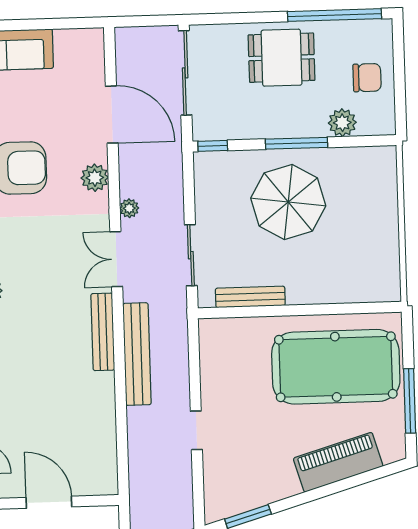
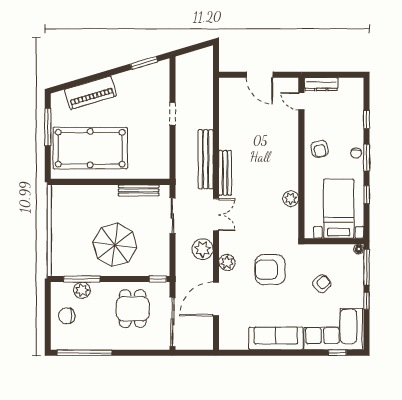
dining table: (282, 58) -> (133, 309), moved, turned 90
door: (112, 115) -> (216, 299), hinge flipped
window: (296, 143) -> (82, 279), moved
plant: (129, 208) -> (203, 249), width x1.88, depth x1.88

